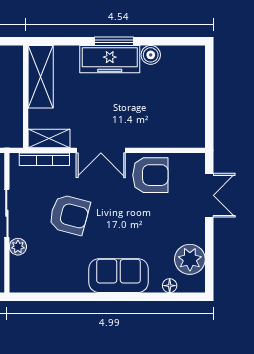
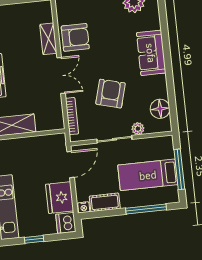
shelving: (49, 139) -> (48, 39), moved
armchair: (150, 175) -> (75, 37), turned 90
floor lamp: (170, 286) -> (160, 109), moved, width x1.89, depth x1.89

